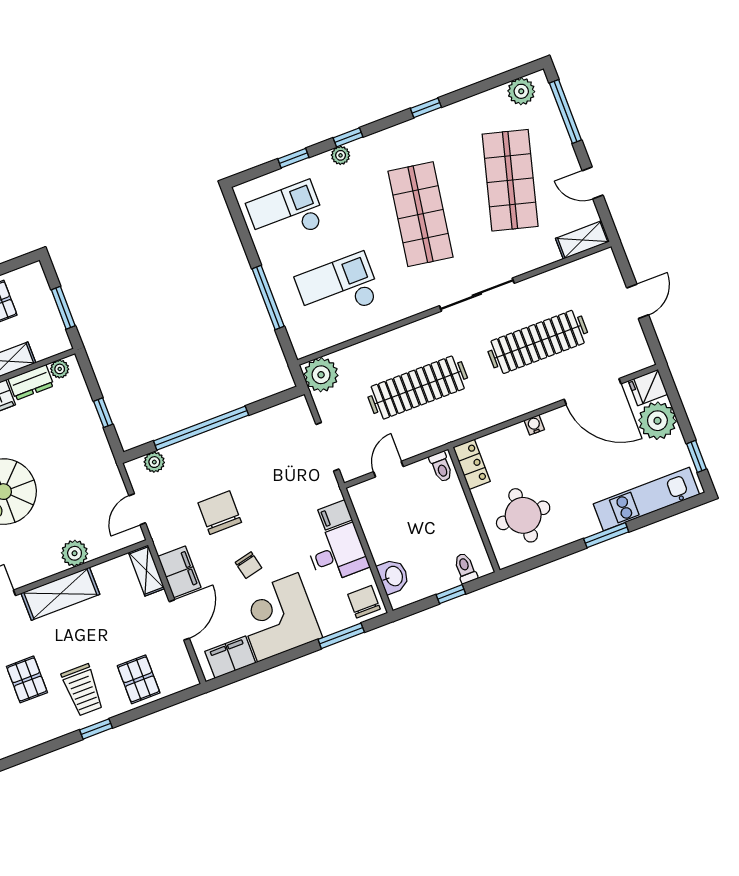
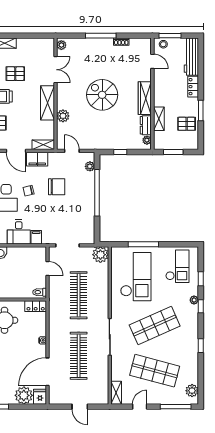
shop shelf: (420, 214) -> (155, 325), turned -33
checkout: (338, 288) -> (136, 277), width x1.36, depth x1.21

